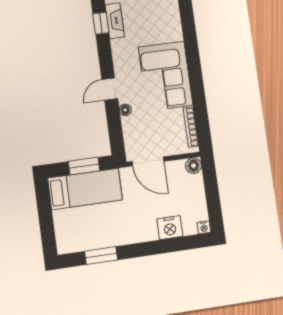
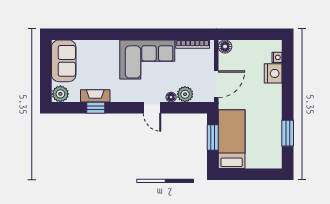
plant: (131, 126) -> (185, 94), added
nightstand: (204, 227) -> (277, 57), moved

